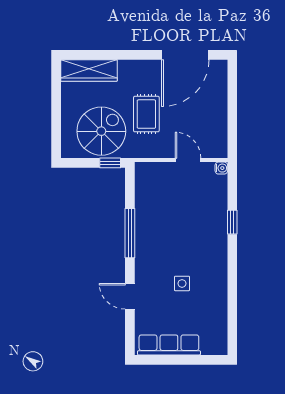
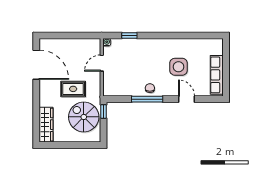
window: (232, 222) -> (129, 35), moved
chair: (148, 237) -> (150, 88), added
side table: (182, 283) -> (179, 67), width x1.87, depth x1.87
door: (130, 296) -> (187, 99), swing flipped

